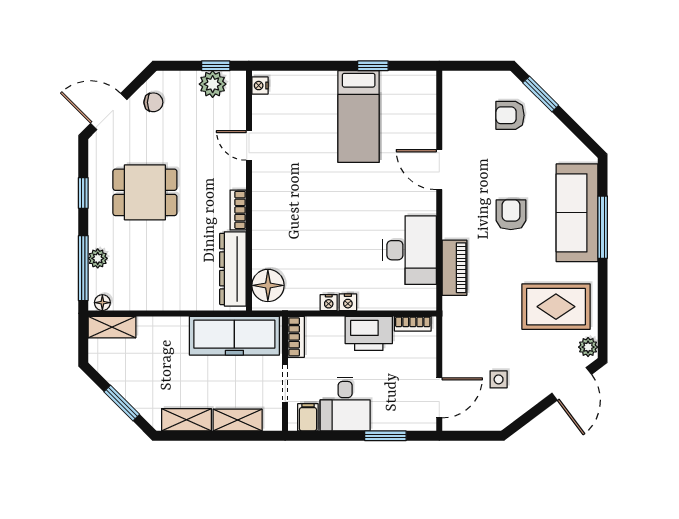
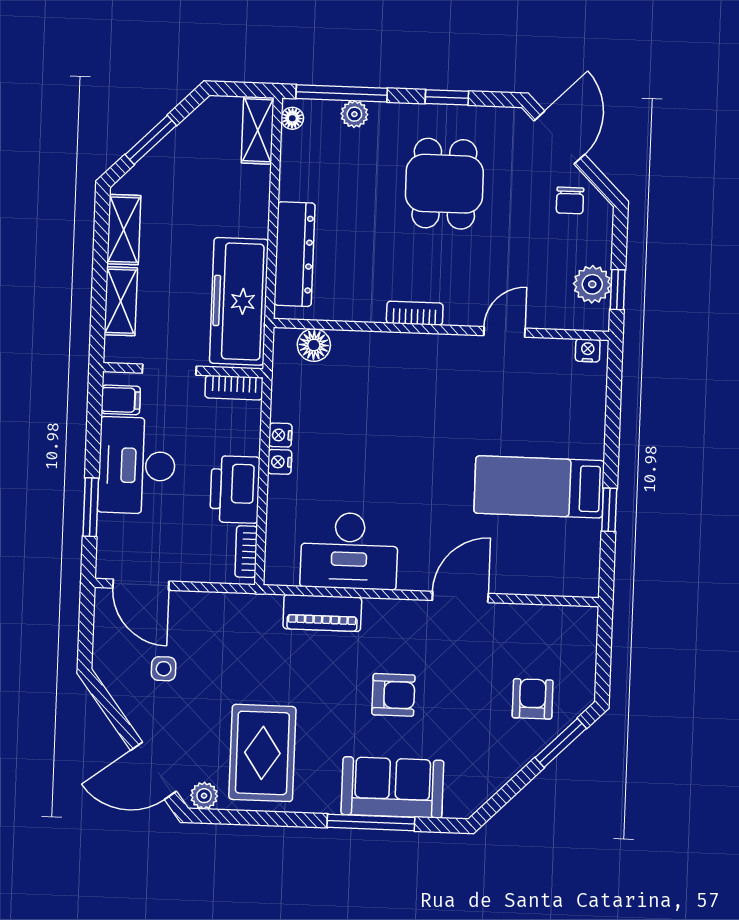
sofa: (577, 213) -> (392, 787), width x0.73
dresser: (233, 269) -> (295, 254), moved, turned 90
floor lamp: (268, 285) -> (314, 345), width x0.73, depth x0.73
desk: (345, 404) -> (137, 466), width x1.37

